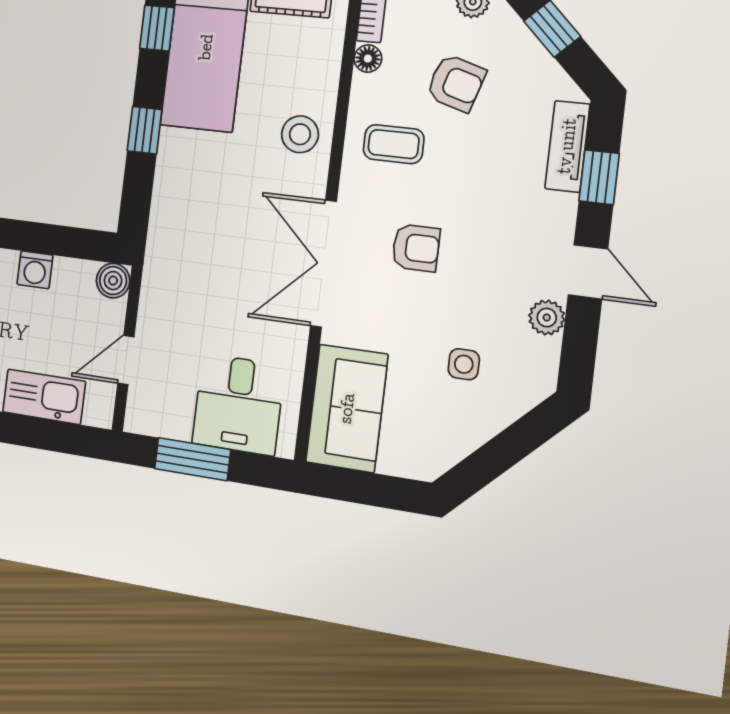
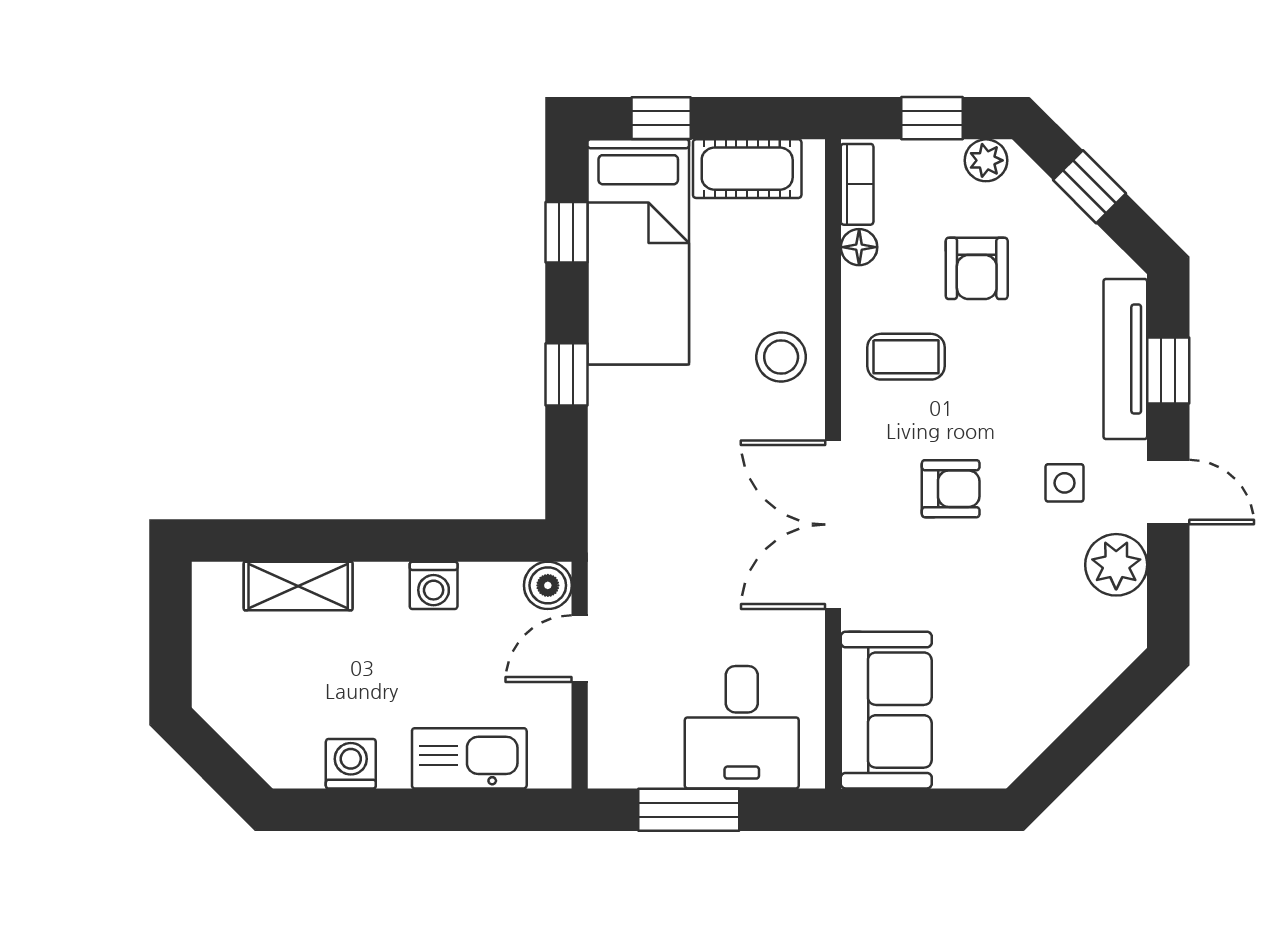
armchair: (456, 83) -> (977, 268), turned 73
tv unit: (567, 146) -> (1125, 359), width x1.41
plant: (547, 318) -> (1116, 565), width x1.38, depth x1.38
door: (126, 360) -> (580, 649), moved
side table: (464, 364) -> (1065, 483), moved

